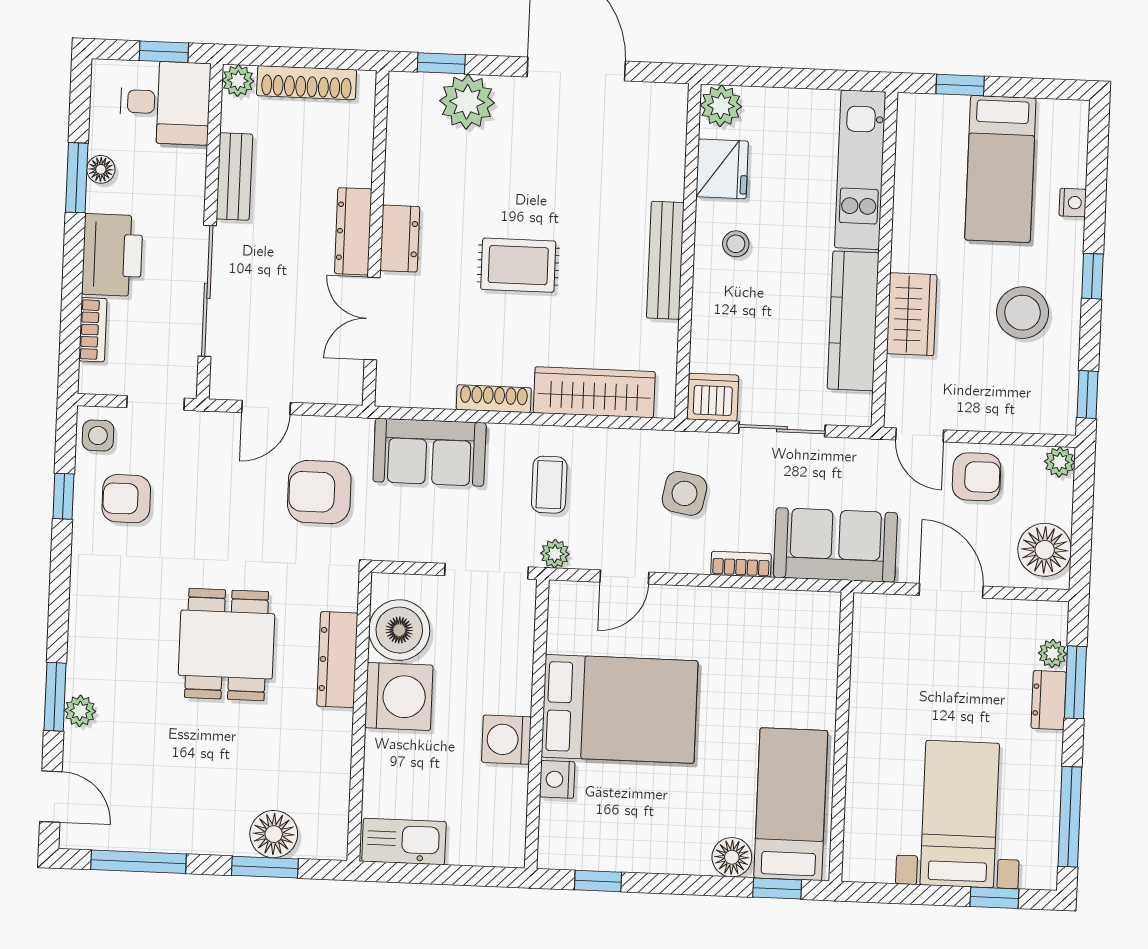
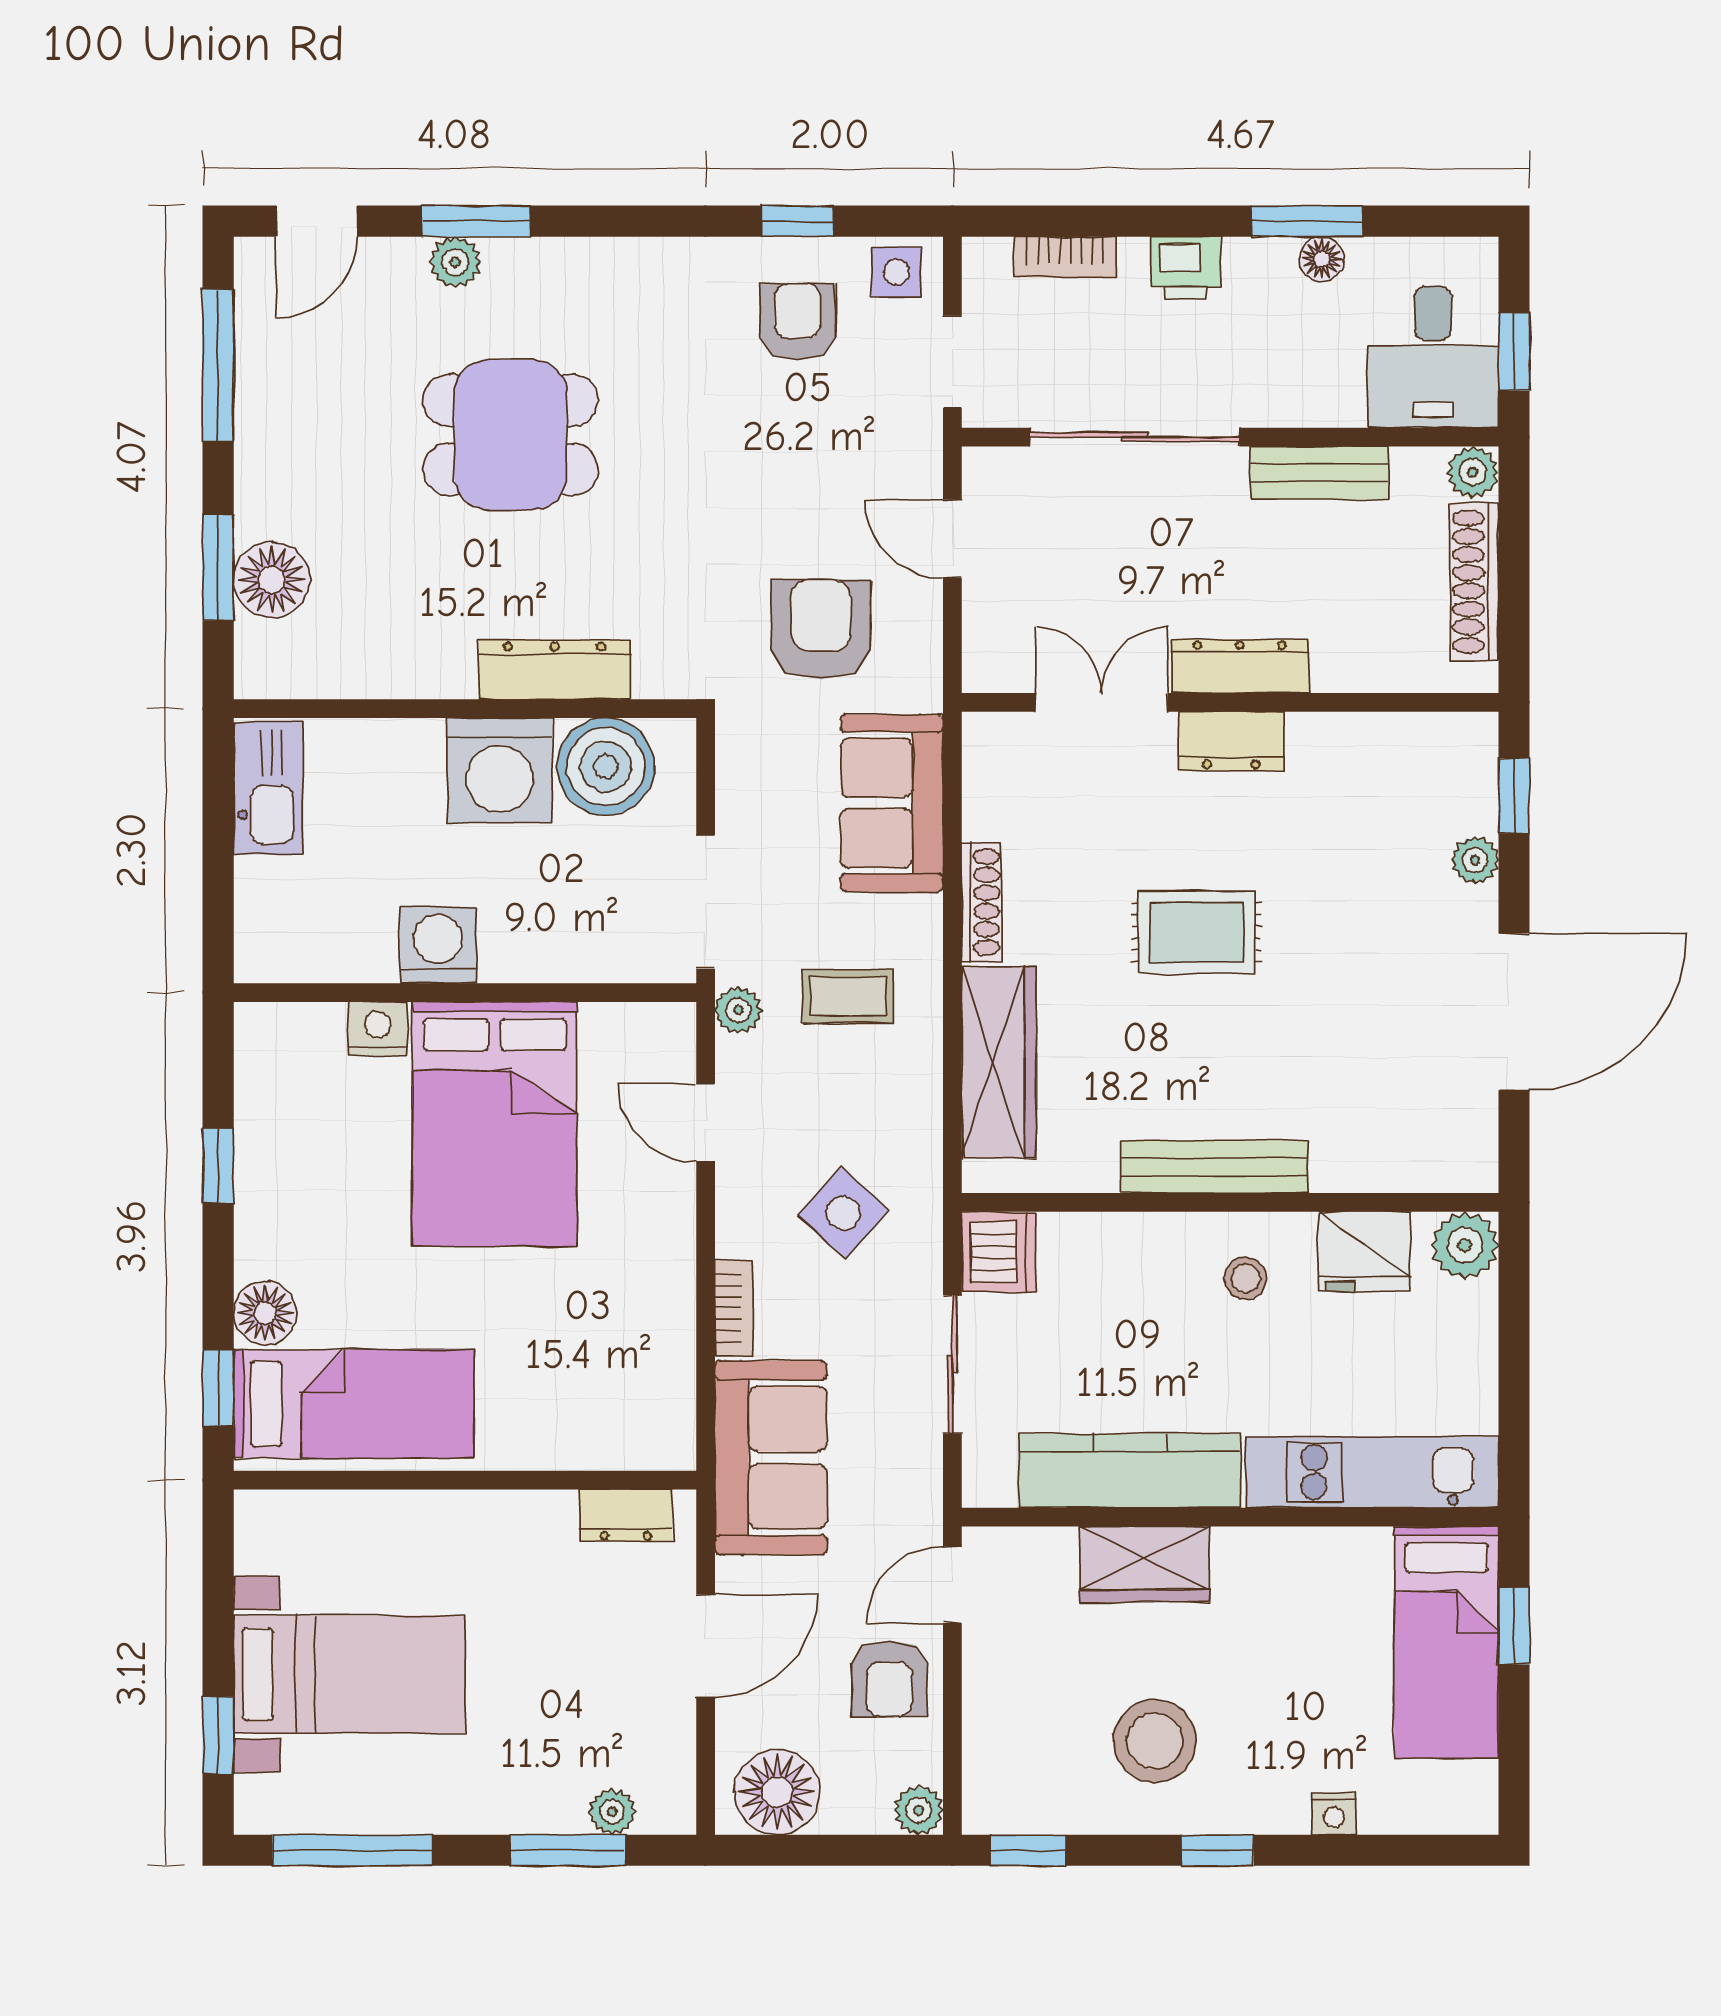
plant: (467, 102) -> (1475, 860), width x0.53, depth x0.53
bed: (1000, 169) -> (1446, 1642), moved, turned -90
printer: (112, 255) -> (1186, 268), width x0.53, depth x0.68
rug: (518, 265) -> (1197, 932), turned 90
side table: (684, 493) -> (843, 1213), turned 32
dining table: (227, 645) -> (510, 435), moved
dresser: (1049, 700) -> (626, 1515), moved, turned 180
window: (598, 881) -> (218, 1166), moved

